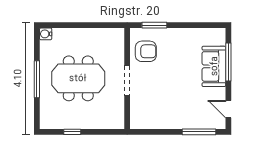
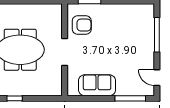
sofa: (214, 66) -> (97, 85), moved, turned 90

